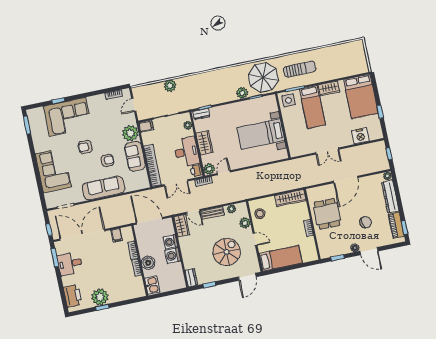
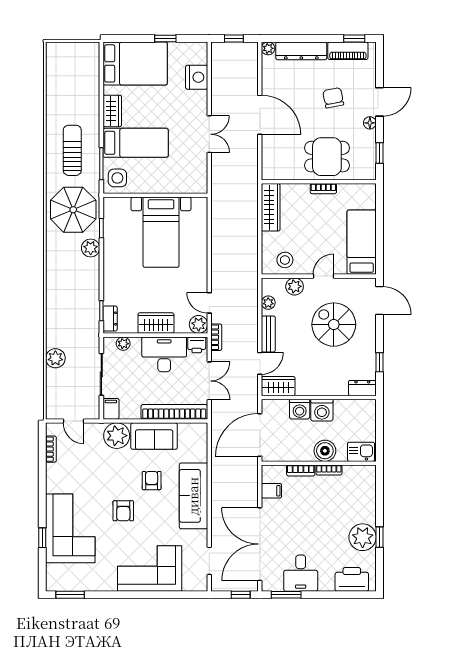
dining table: (327, 214) -> (327, 157), moved

